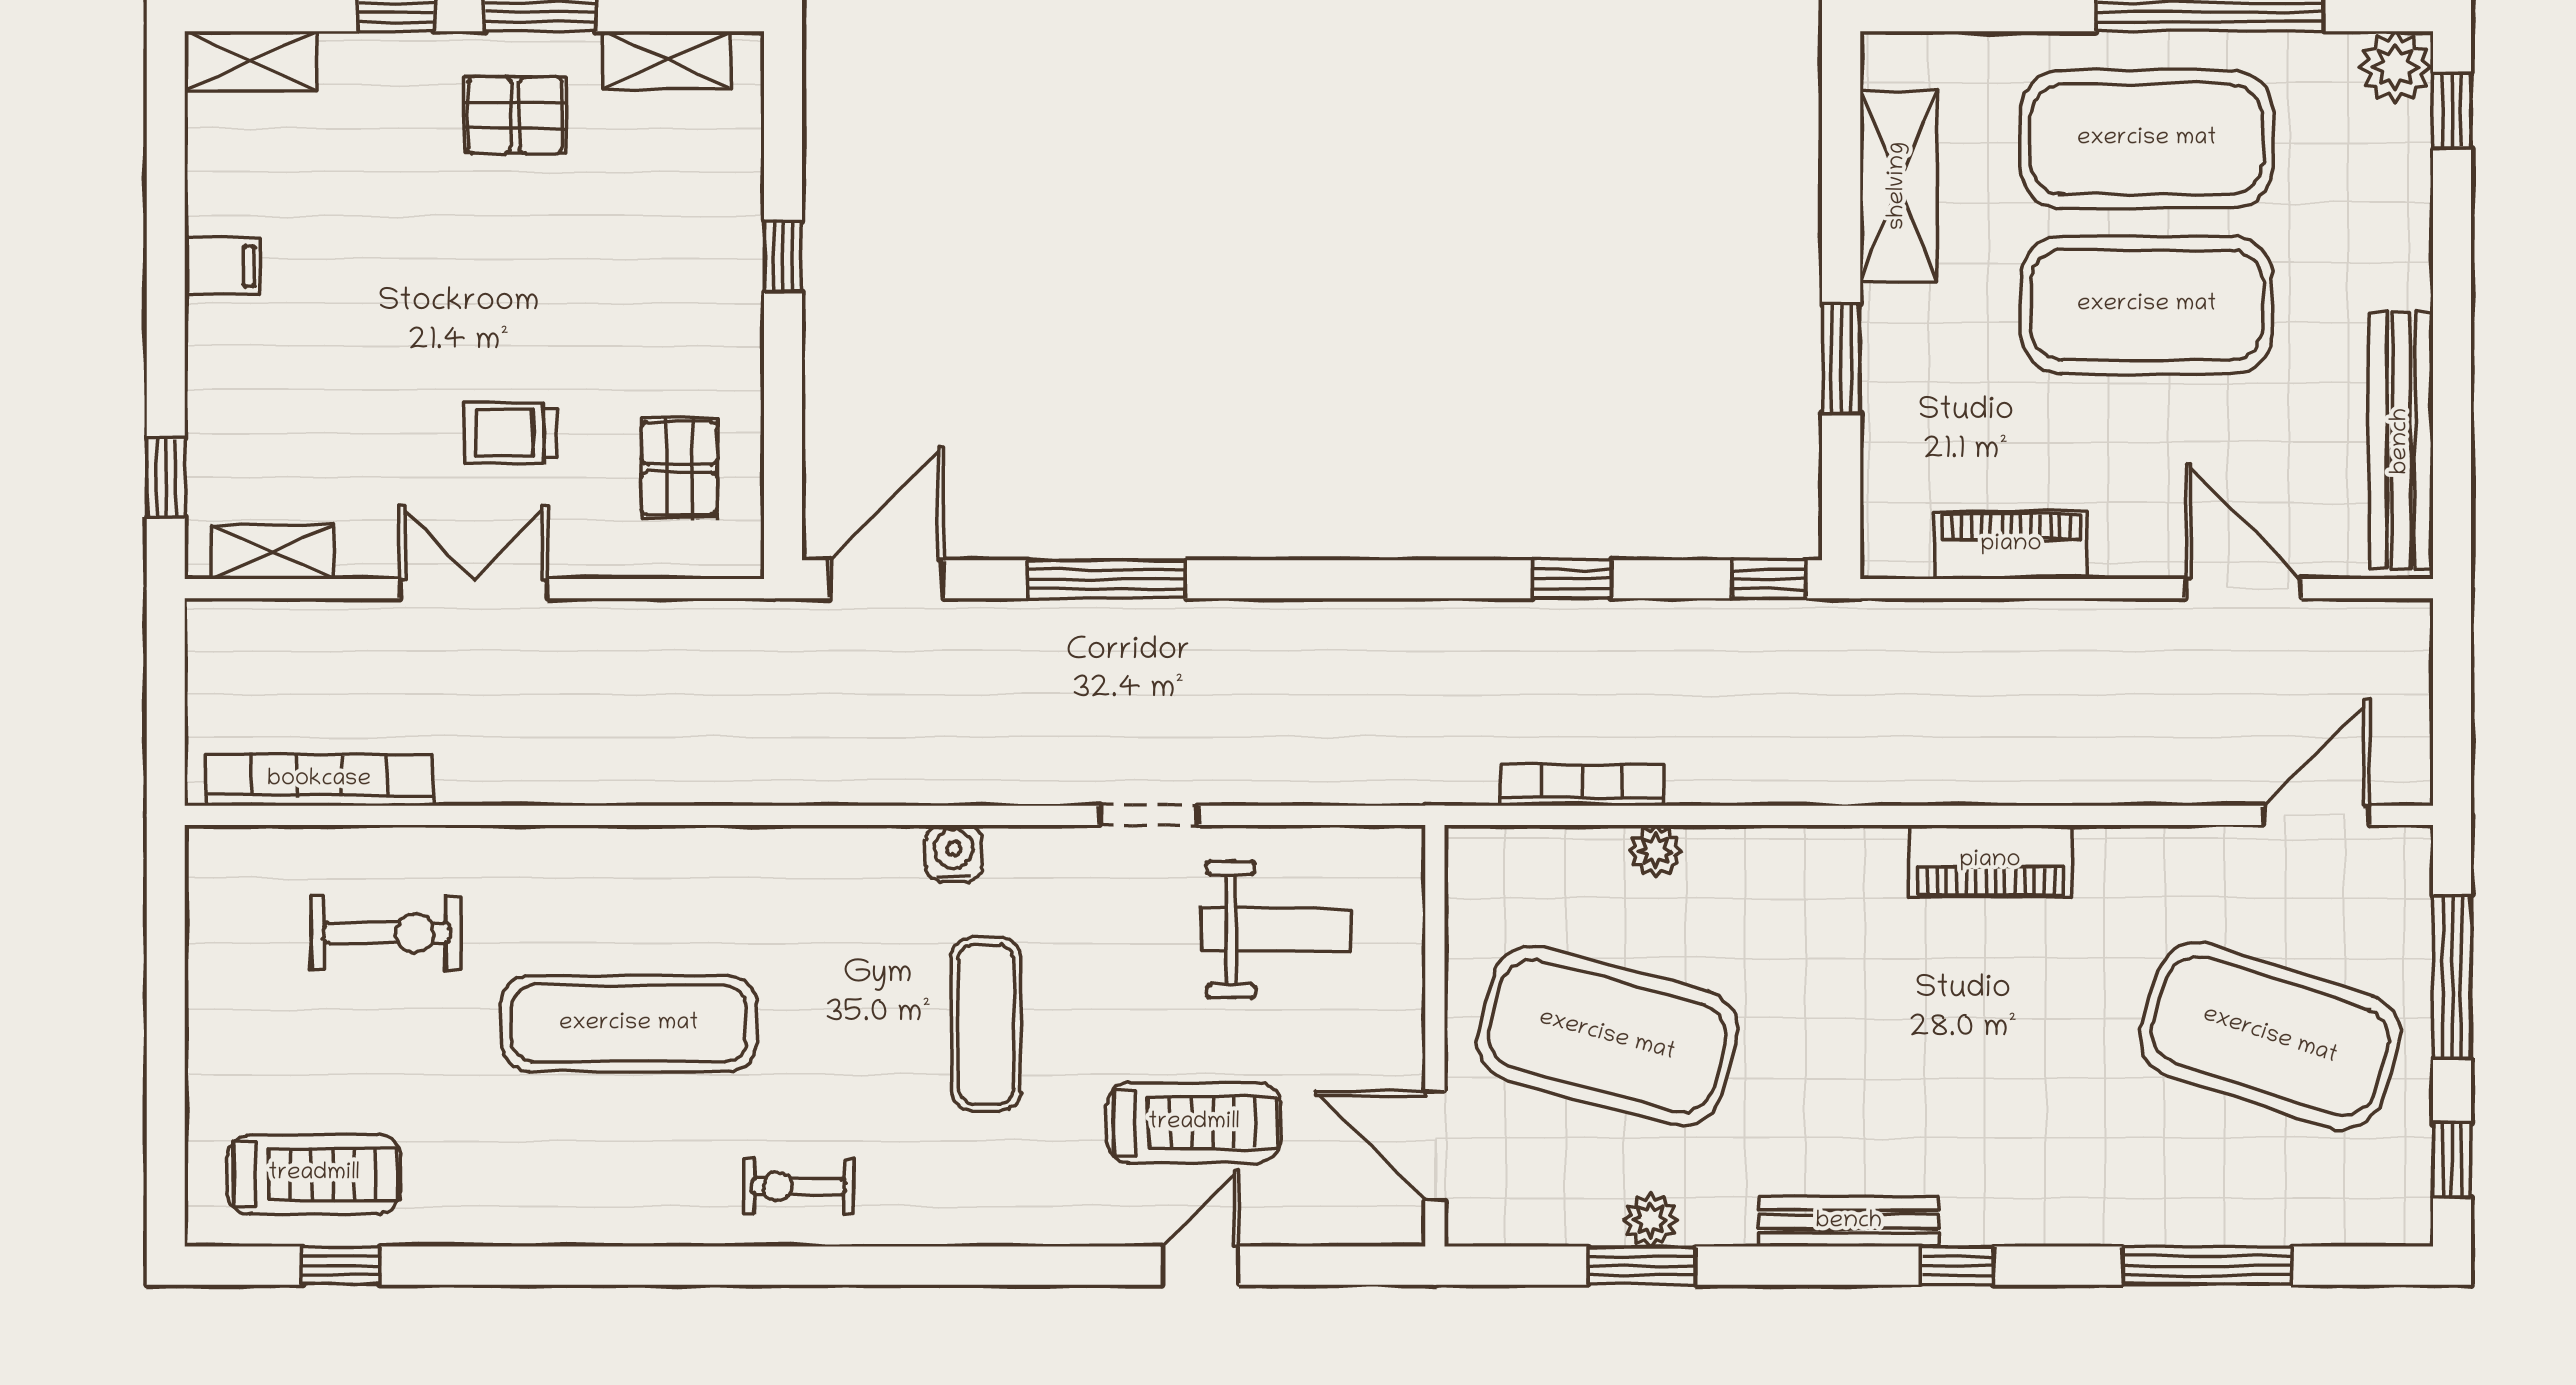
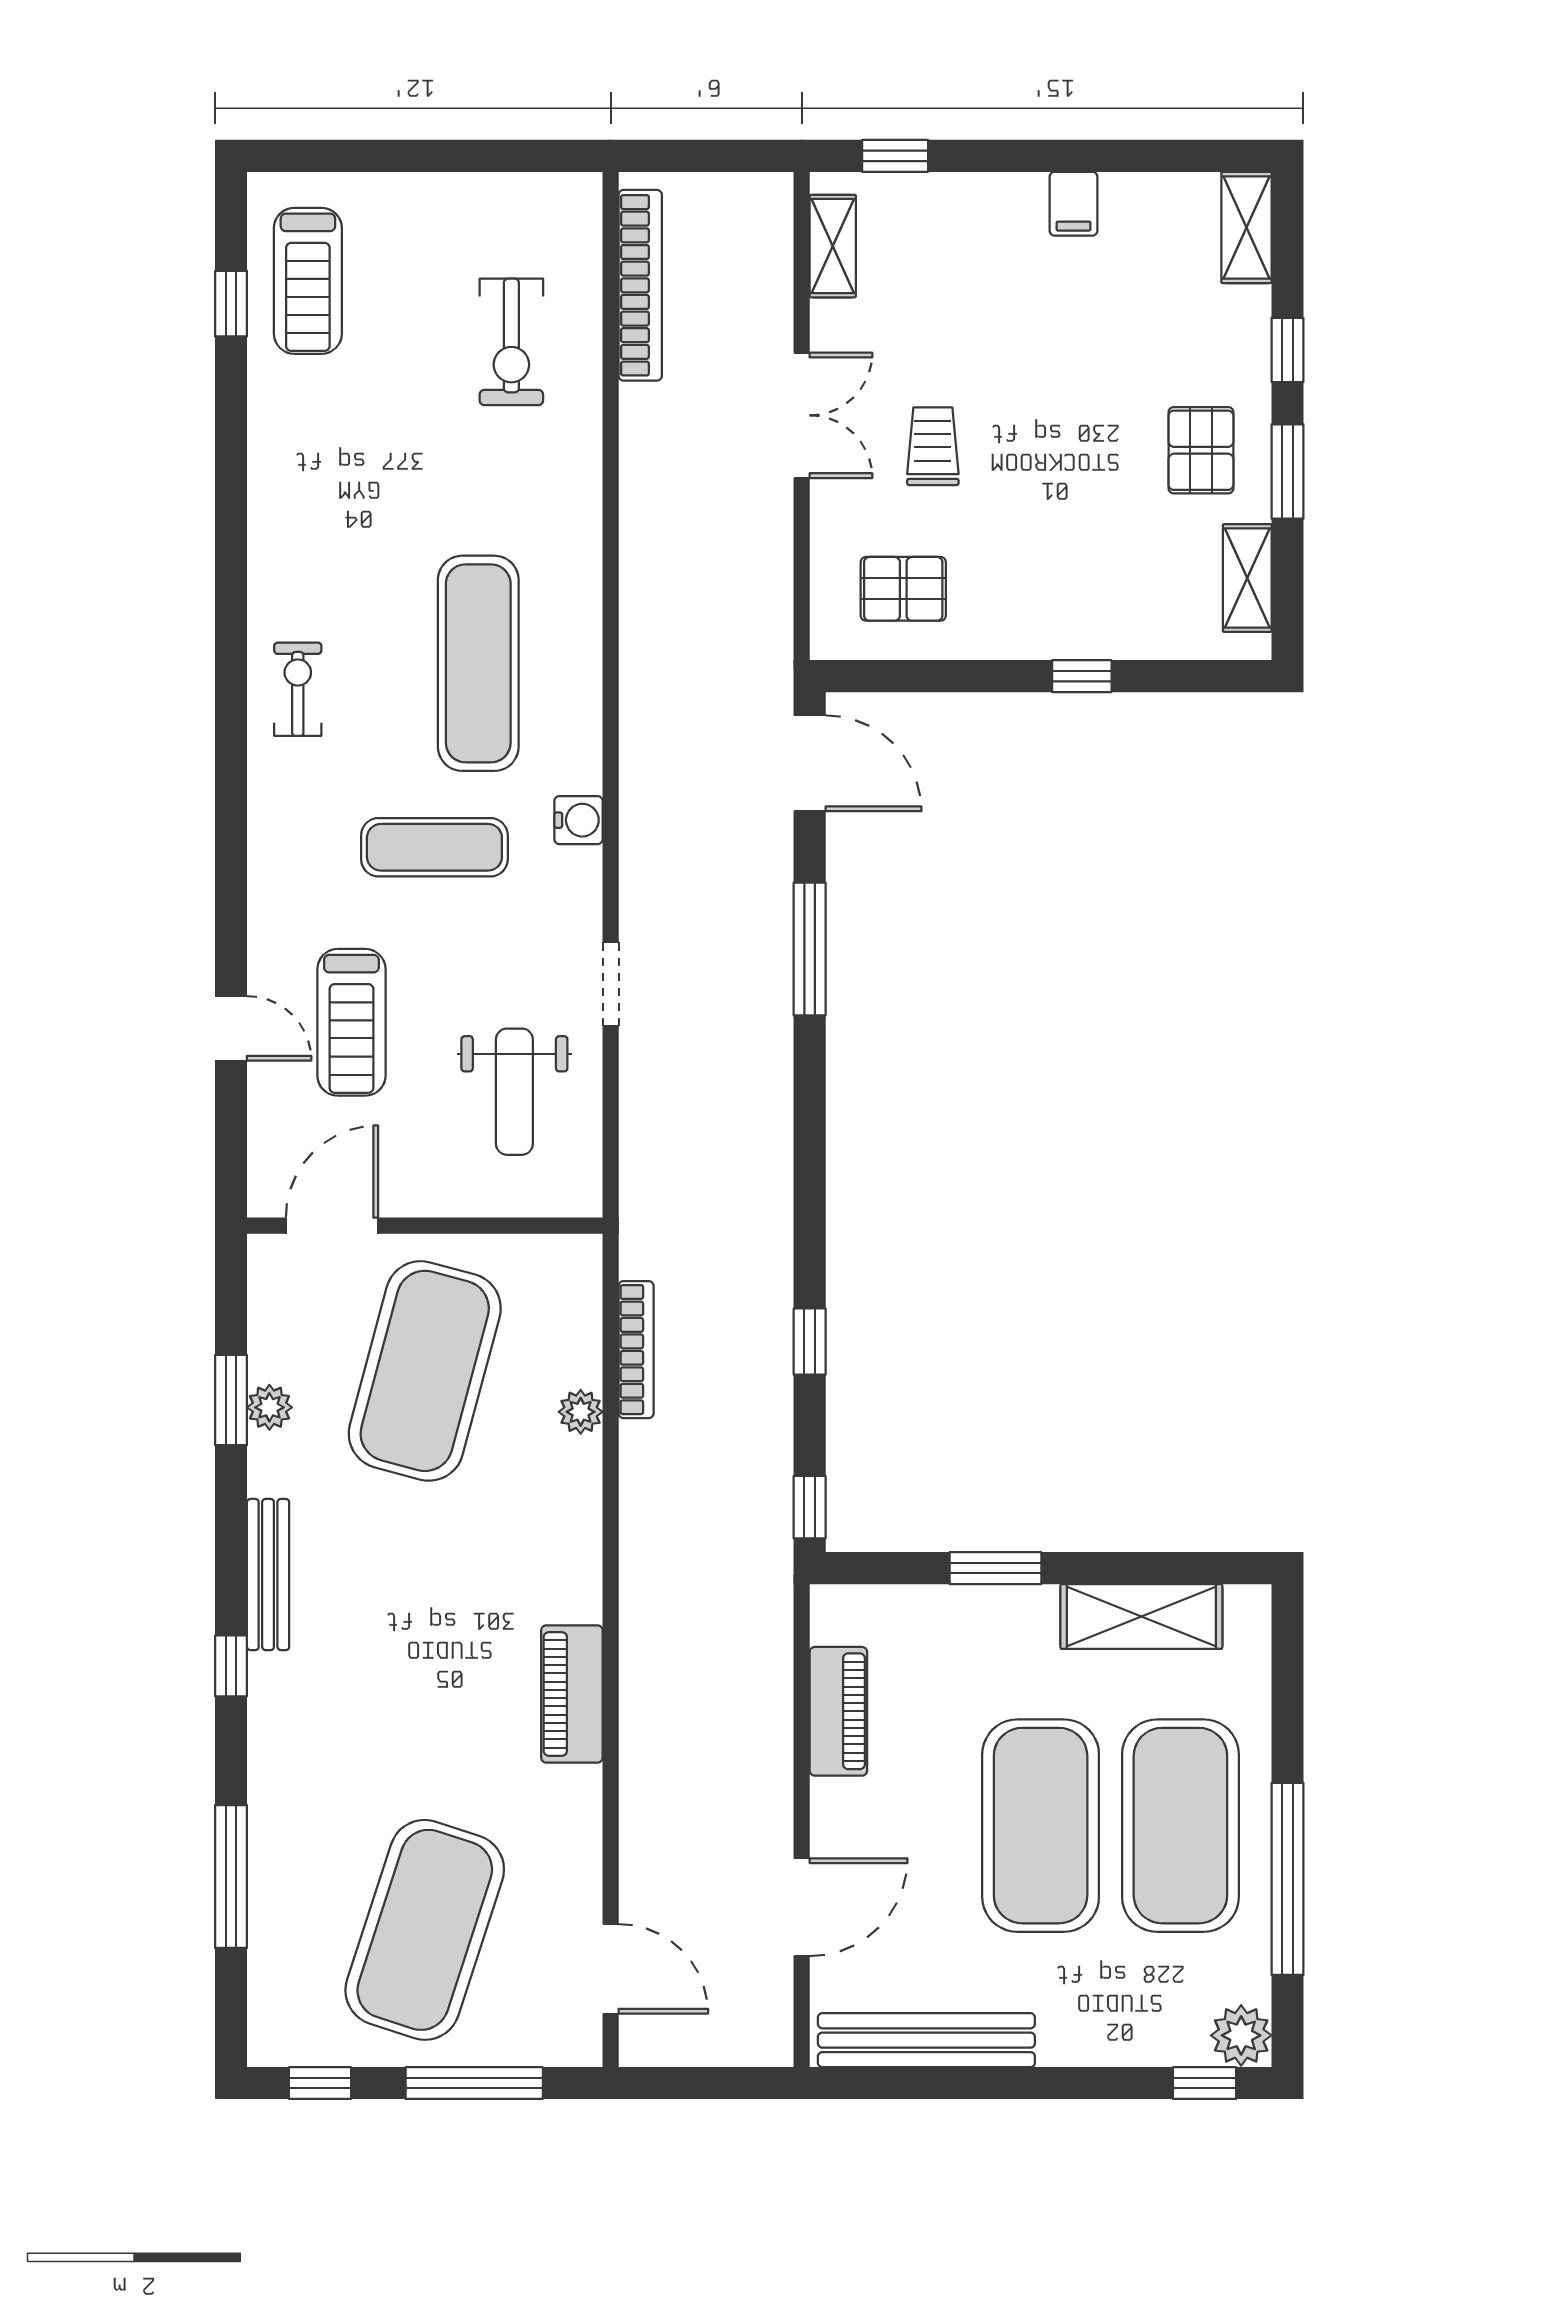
exercise mat: (629, 1024) -> (478, 663), moved

